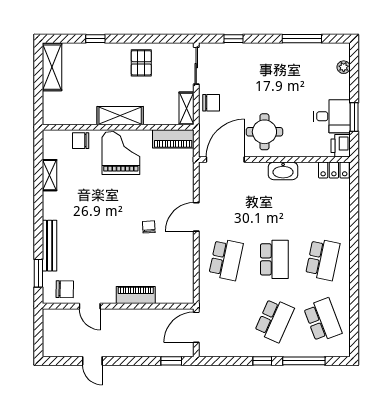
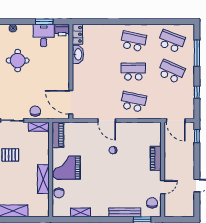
shelving: (120, 116) -> (43, 179), moved
round table: (264, 132) -> (18, 61), moved
washbasin: (283, 171) -> (78, 54), moved
school desk: (323, 320) -> (171, 41), turned 42
window: (262, 361) -> (197, 92), moved

